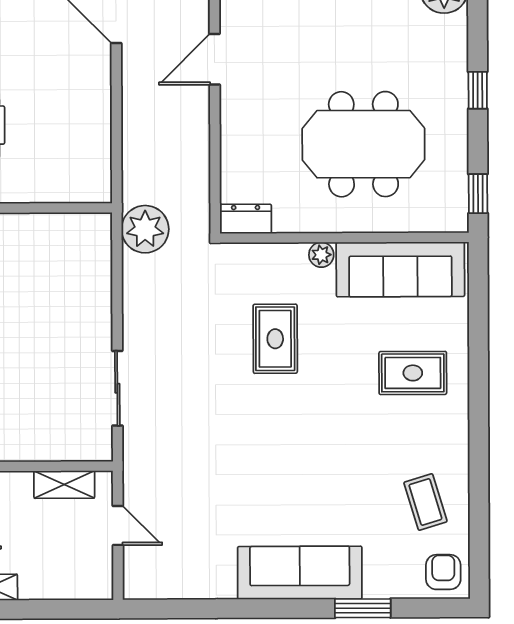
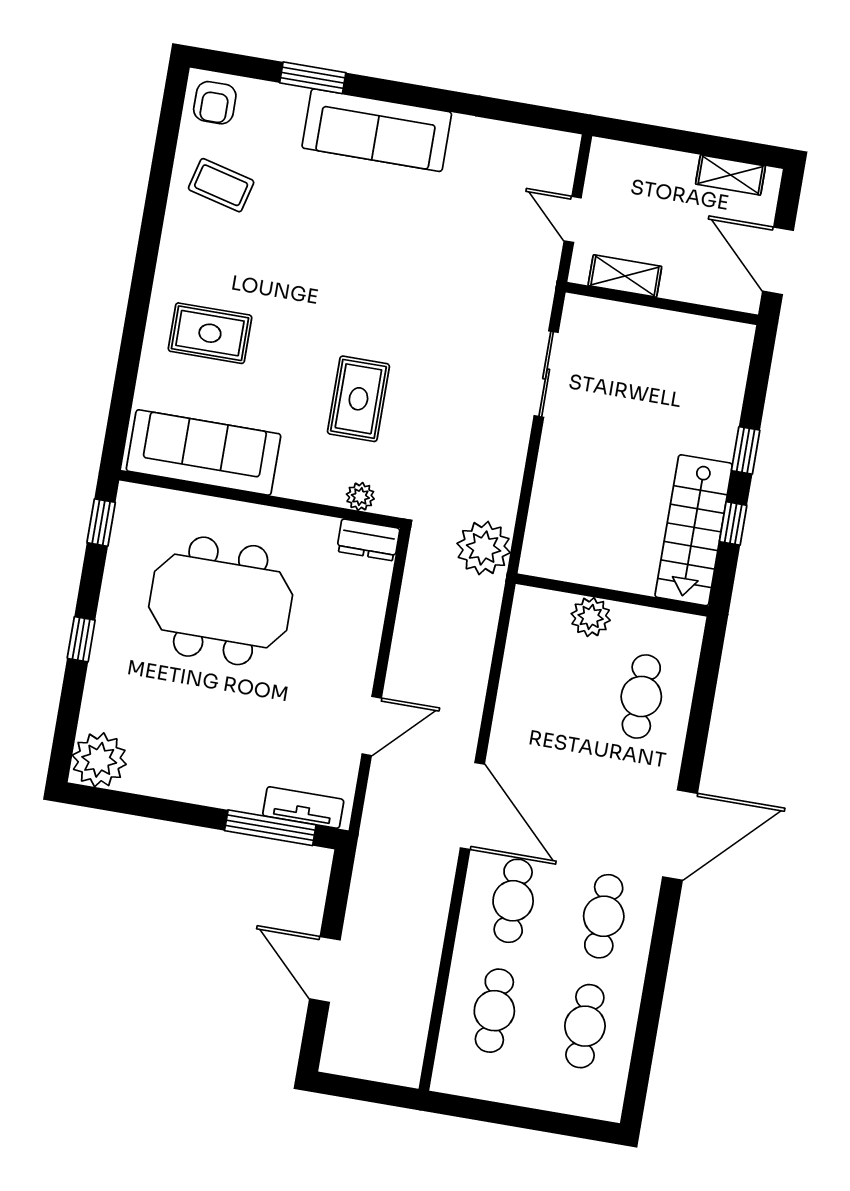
plant: (43, 186) -> (591, 617), added
plant: (321, 255) -> (360, 496), moved
coffee table: (425, 502) -> (221, 185), turned -59

